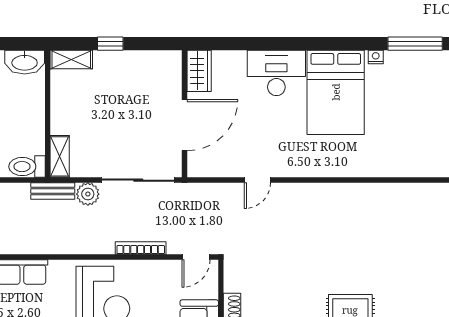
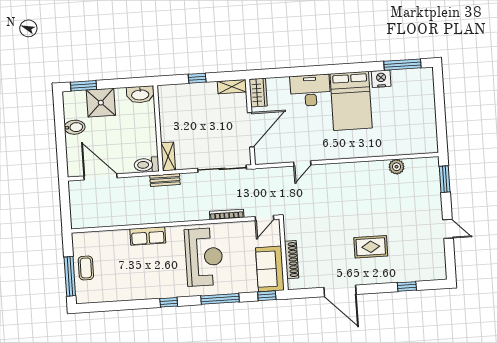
nightstand: (376, 57) -> (381, 79), width x1.89, depth x1.79
shelving: (71, 60) -> (232, 87), moved
plant: (88, 194) -> (397, 167), moved

